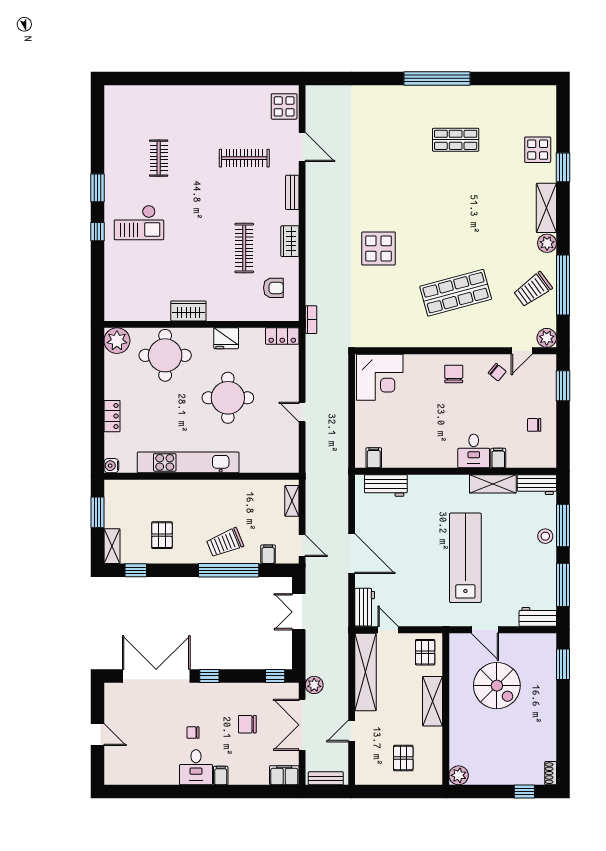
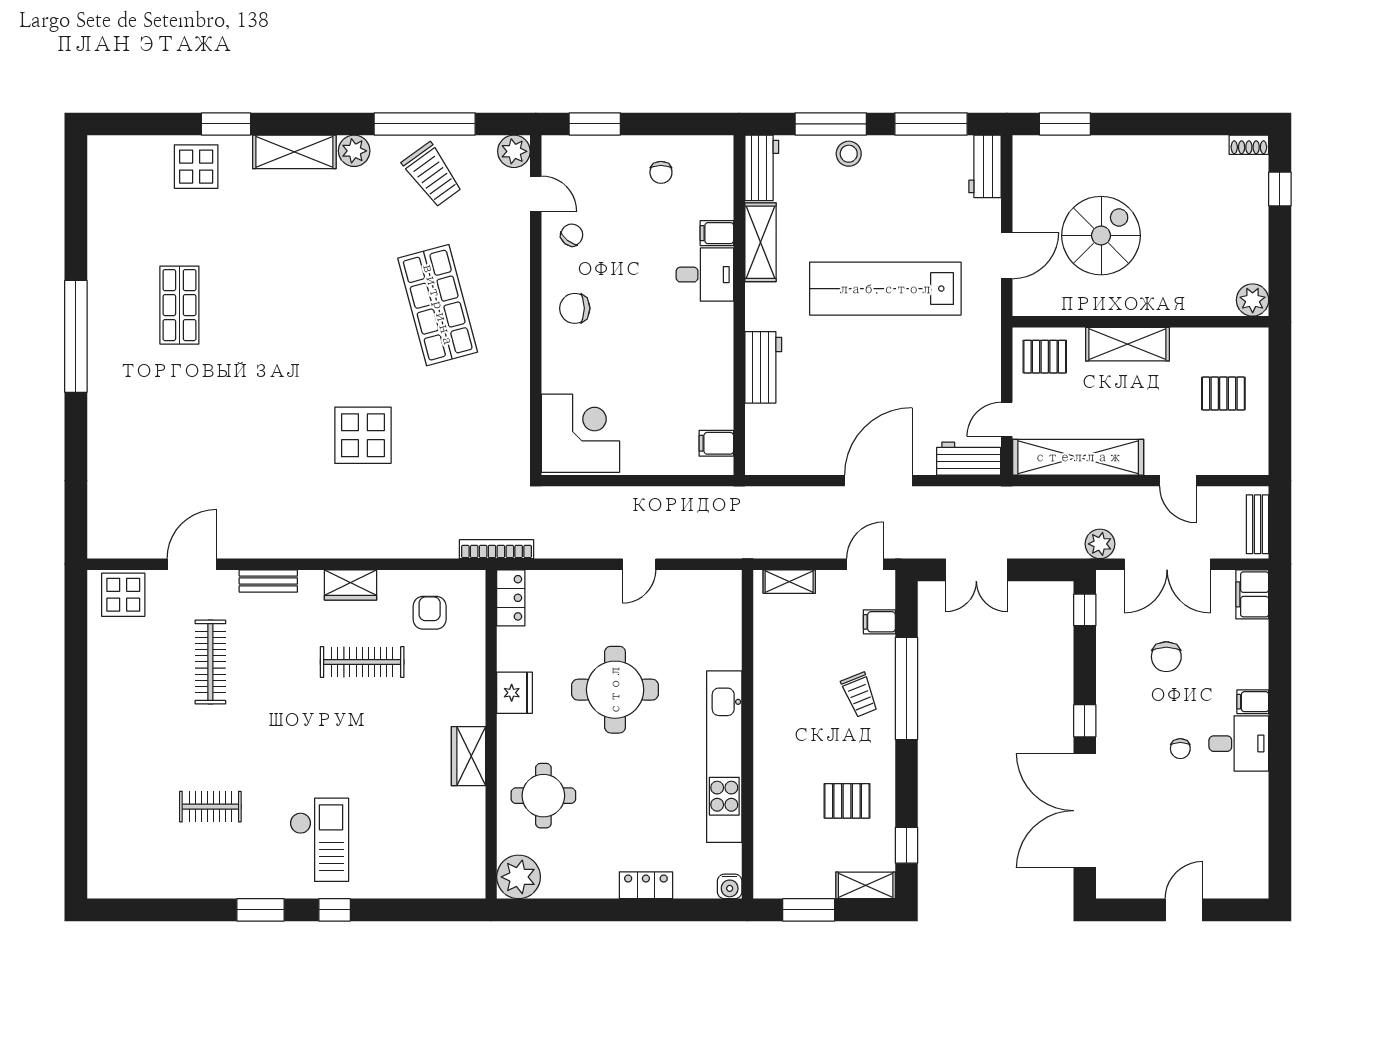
bookcase: (311, 320) -> (496, 549), width x1.56
round table: (165, 355) -> (543, 796), width x0.73, depth x0.73
workbench: (386, 486) -> (763, 367), moved
trolley: (225, 543) -> (860, 695), width x0.73, depth x0.72

